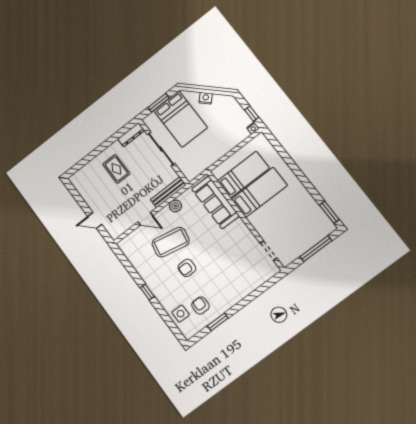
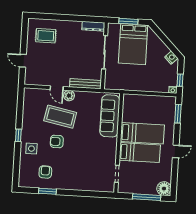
nightstand: (206, 98) -> (171, 58), moved
rug: (116, 169) -> (46, 36), moved, turned 90
bed: (243, 175) -> (140, 153), moved
door: (306, 182) -> (176, 151), added
plant: (175, 206) -> (69, 96), moved
window: (329, 212) -> (178, 114), moved
floor lamp: (325, 227) -> (164, 189), added
side table: (181, 314) -> (31, 149), moved

